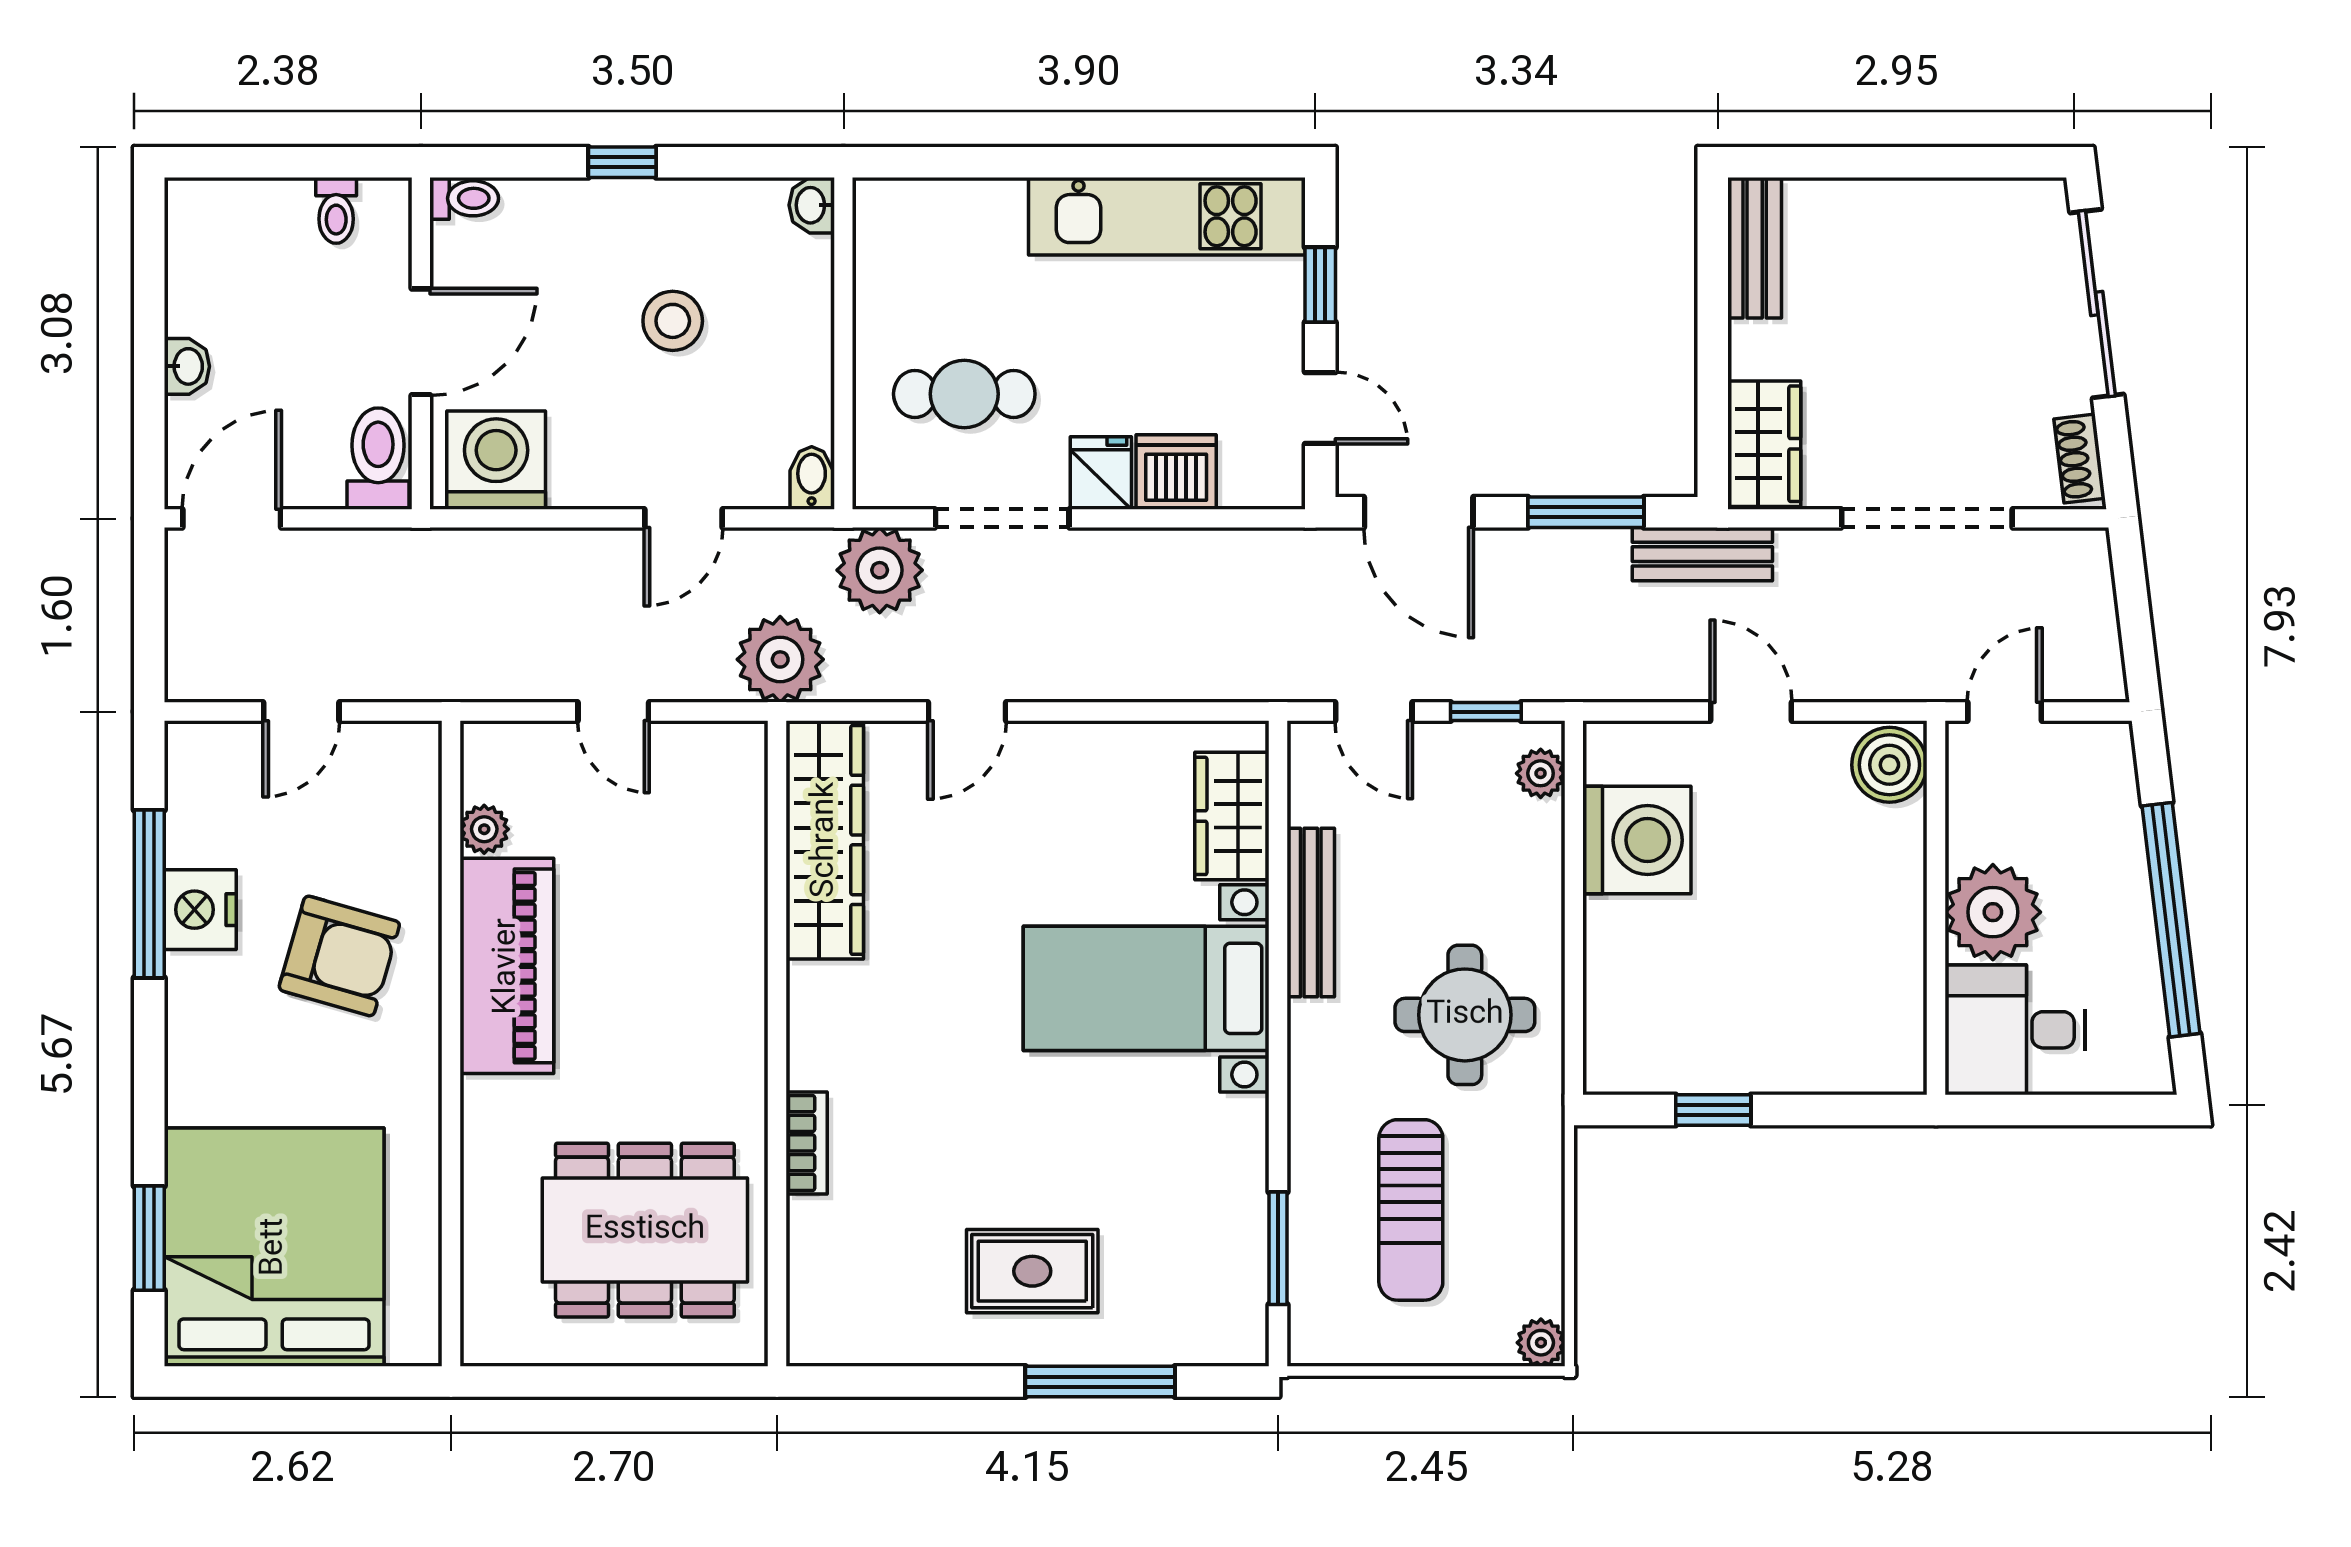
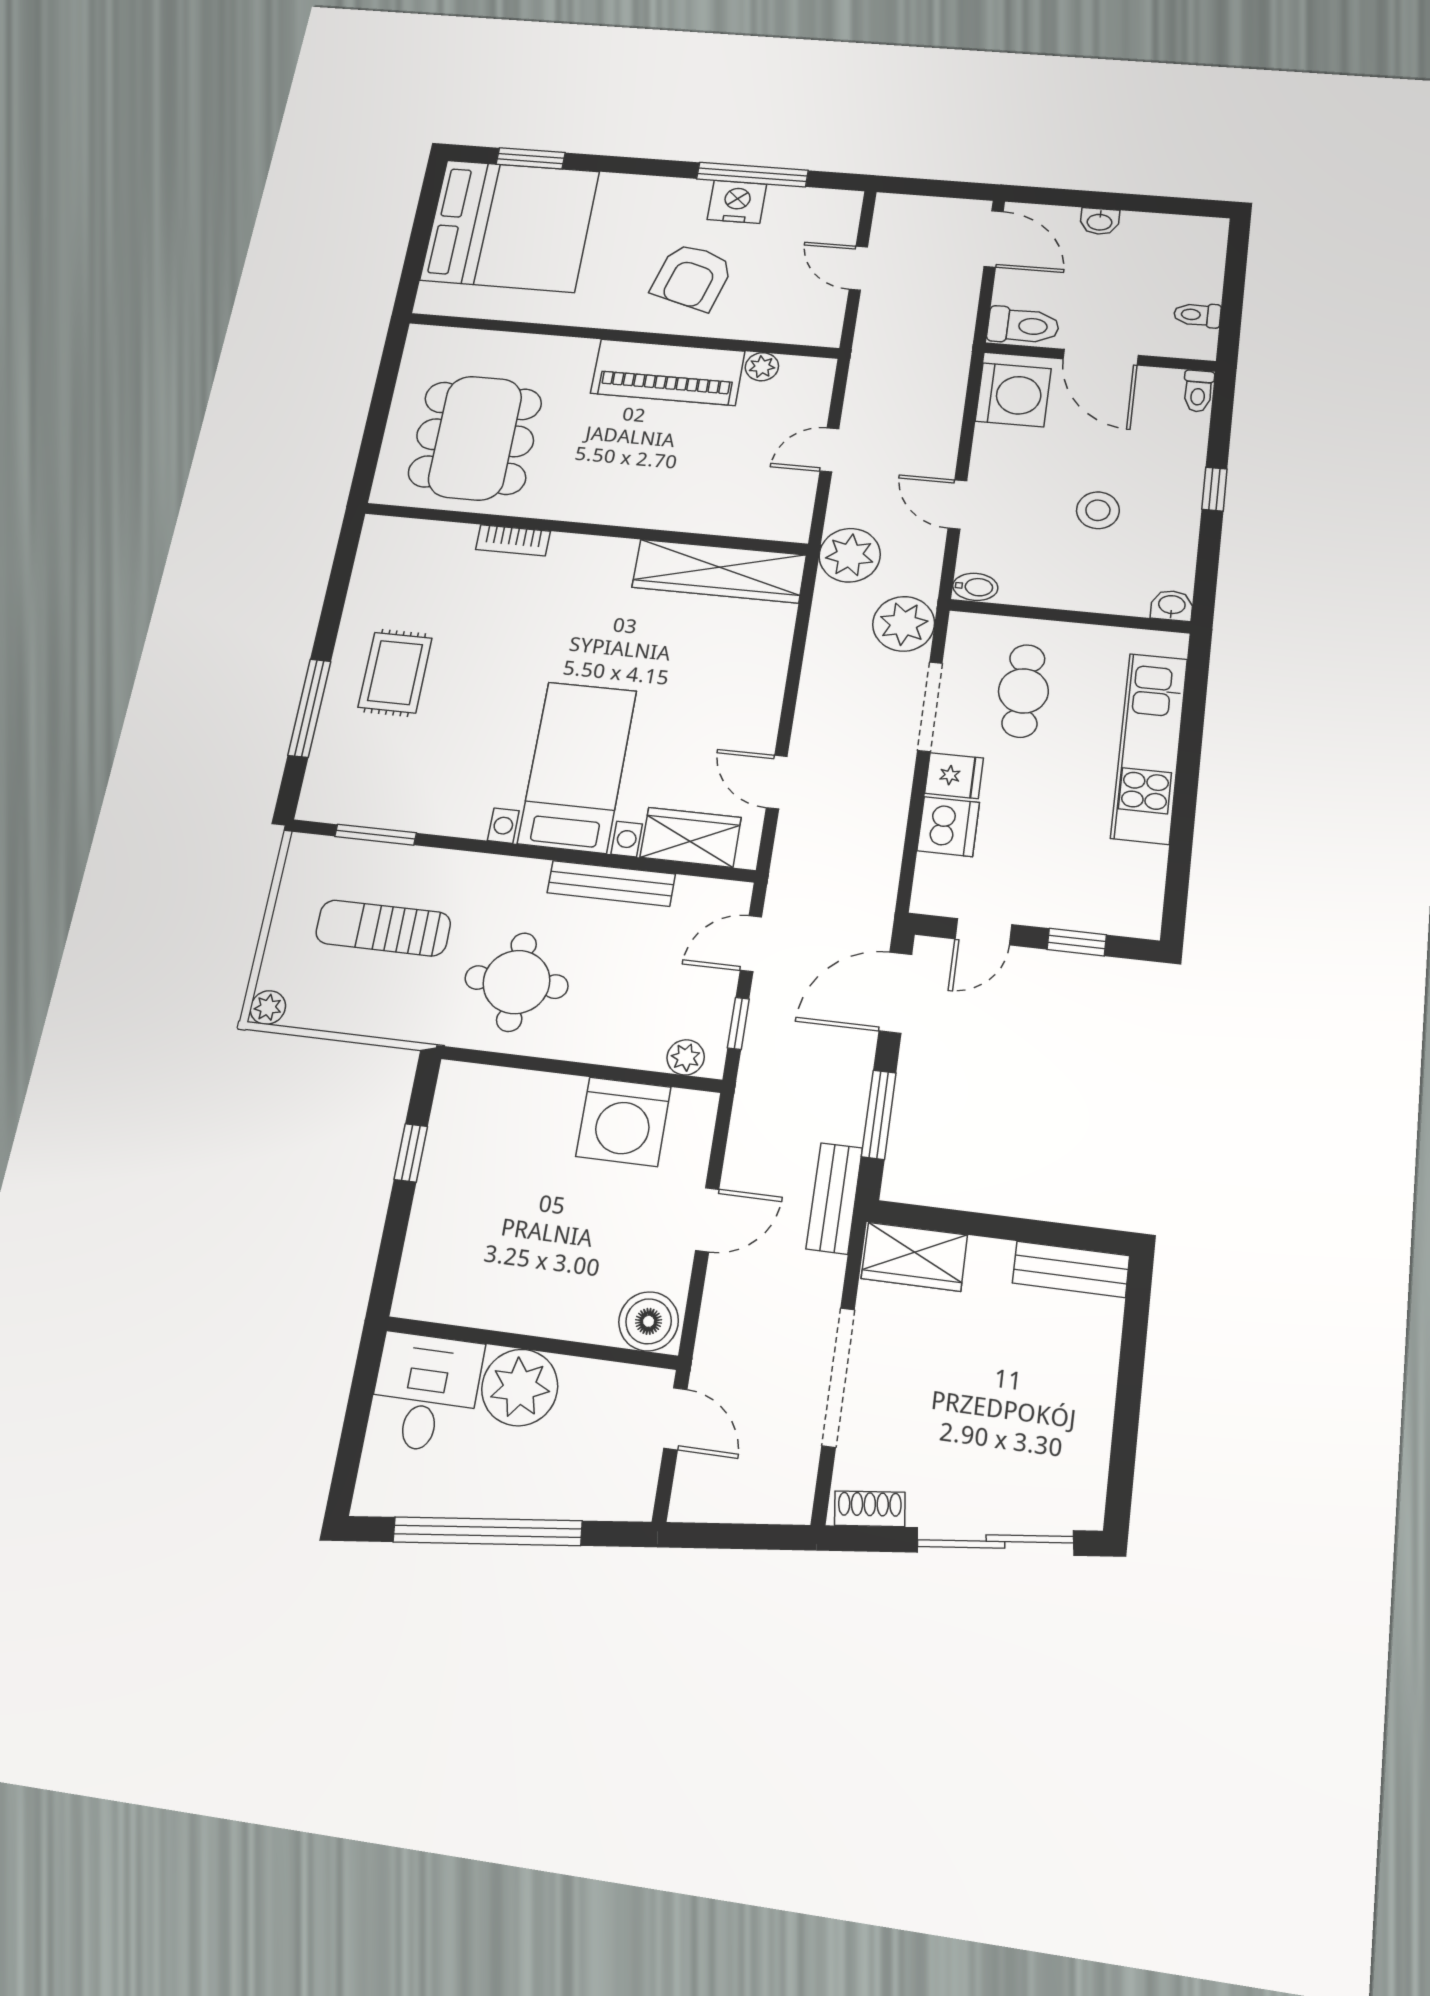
kitchen unit: (1167, 216) -> (1149, 748), moved
door: (967, 712) -> (777, 782), moved

